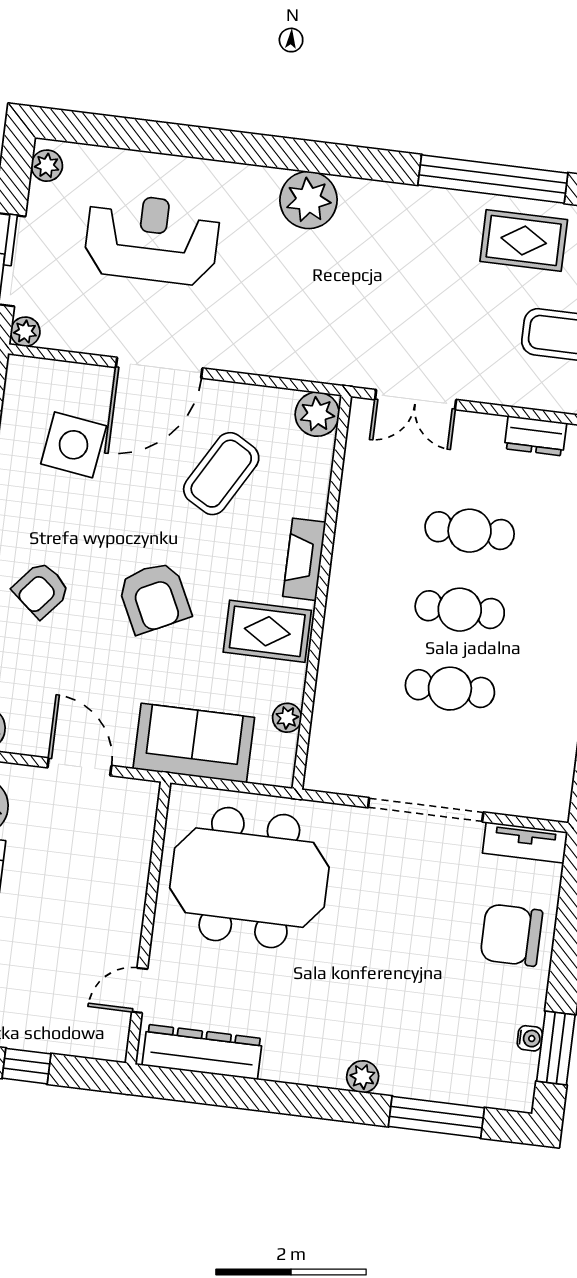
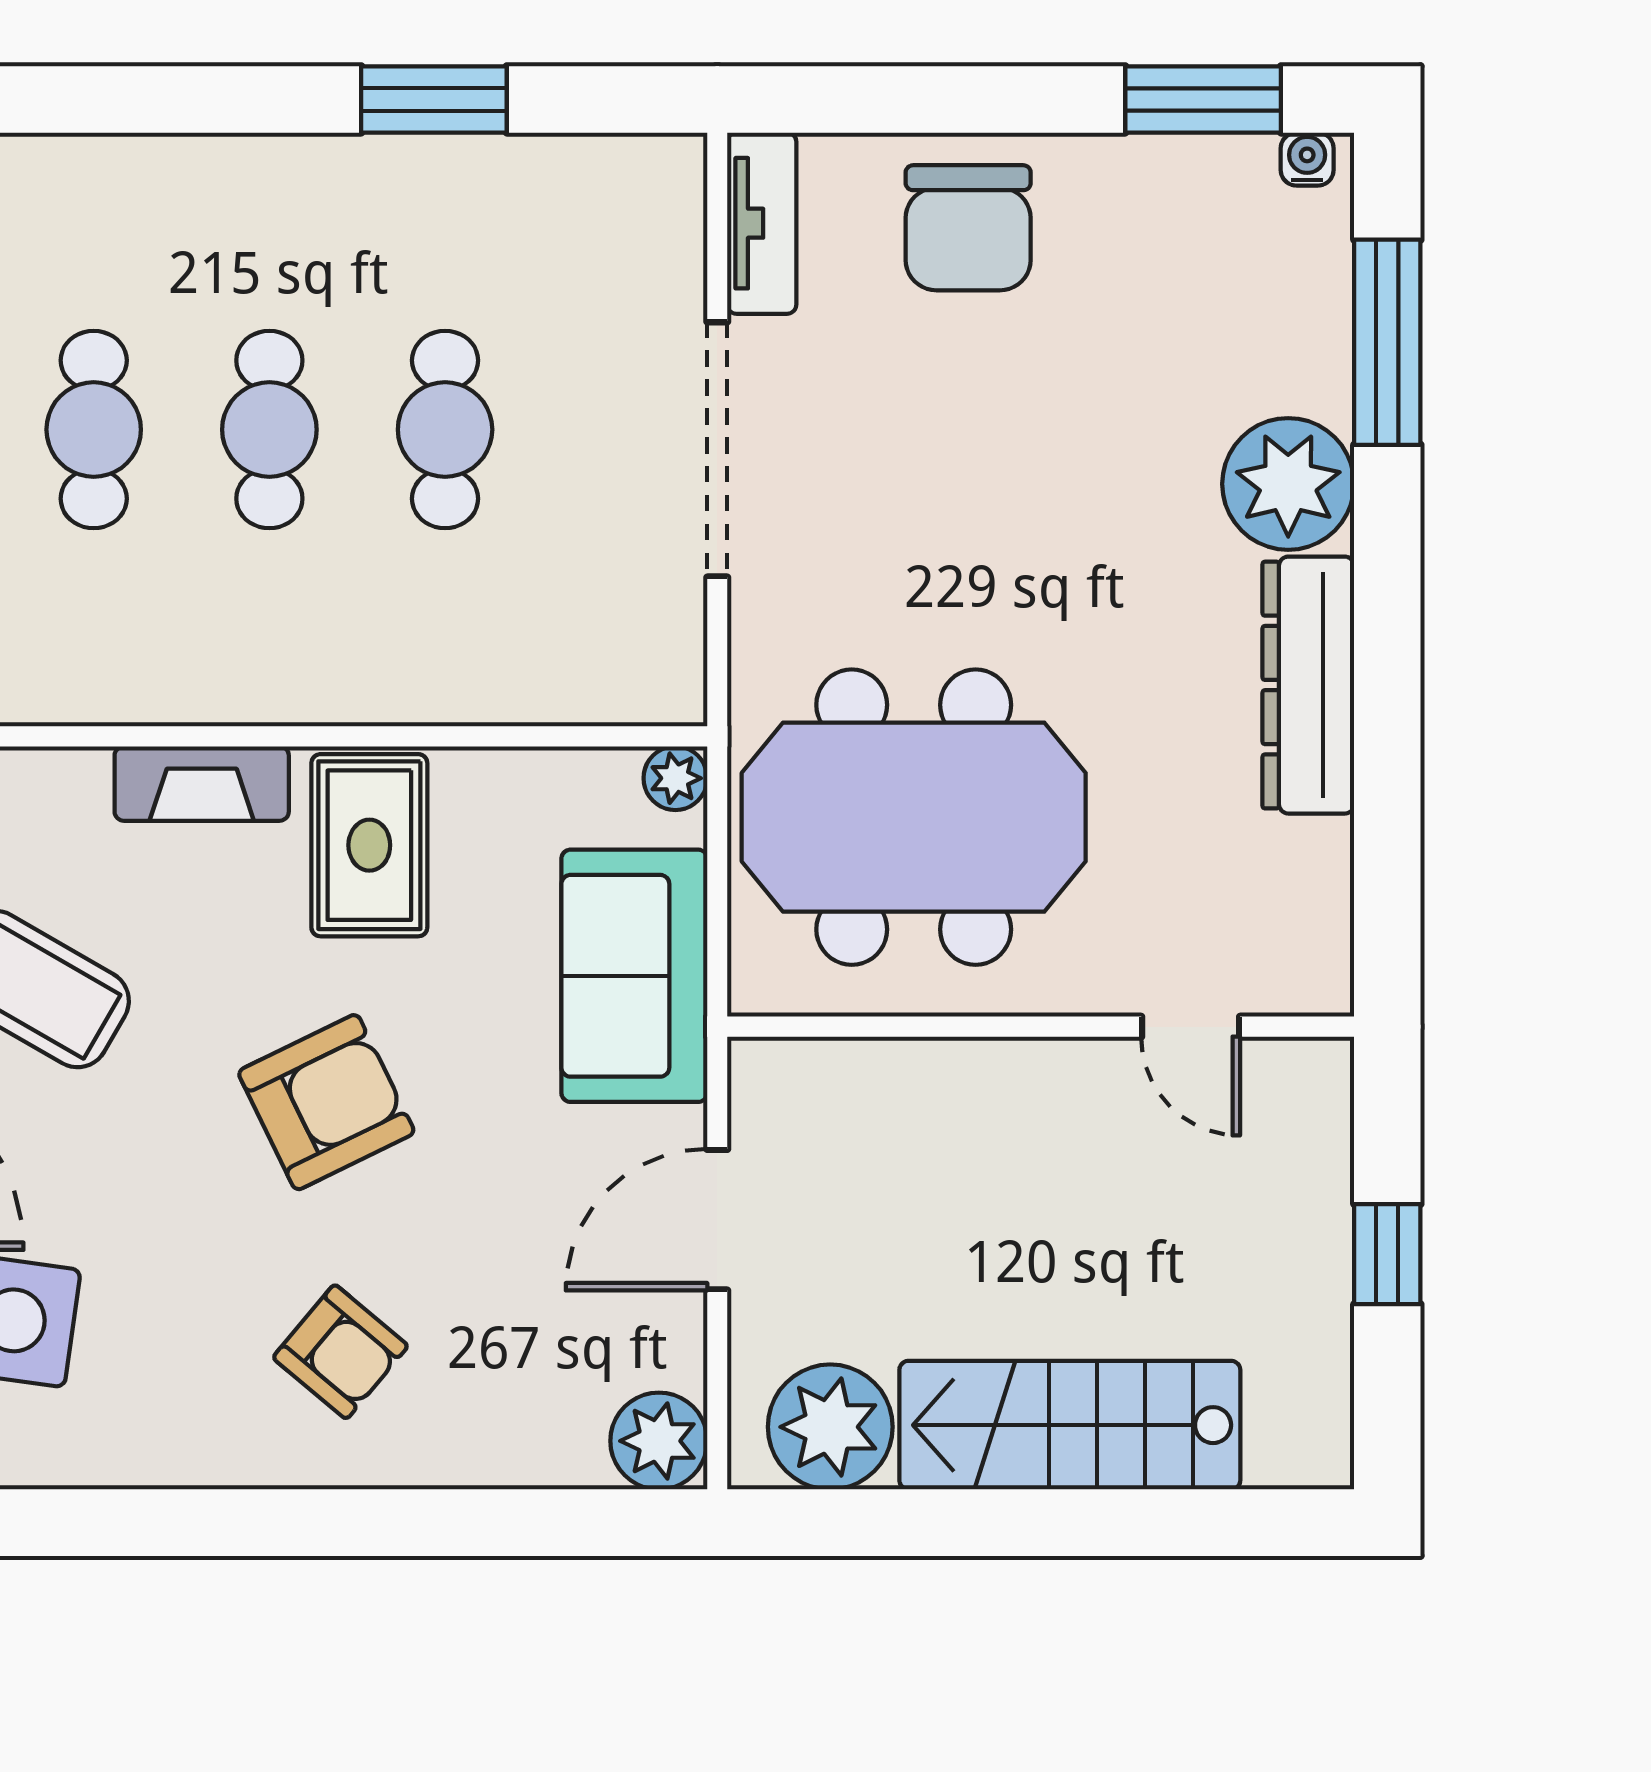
plant: (287, 718) -> (675, 778), moved
meeting table: (249, 878) -> (914, 817), turned 90
water cooler: (530, 1038) -> (1307, 159), moved
dresser: (202, 1052) -> (1308, 685), moved
plant: (363, 1077) -> (1288, 484), width x1.88, depth x1.88

